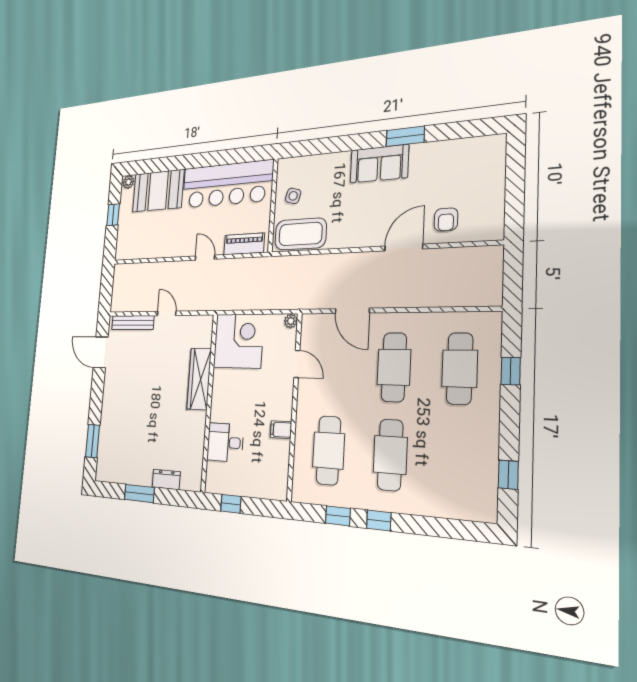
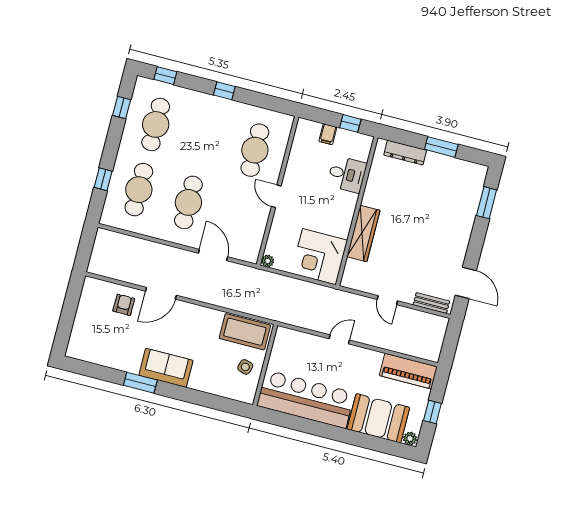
piano: (244, 244) -> (408, 371), moved, width x1.37, depth x1.33
door: (205, 258) -> (339, 339), swing flipped
bench: (133, 323) -> (431, 303), width x0.73
door: (297, 364) -> (276, 196), moved
filing cabinet: (281, 430) -> (328, 134), moved, turned 90
cafe table: (390, 455) -> (156, 124), moved
dresser: (166, 479) -> (405, 153), width x1.44
window: (338, 516) -> (165, 76), moved

